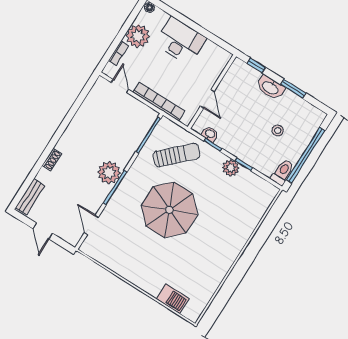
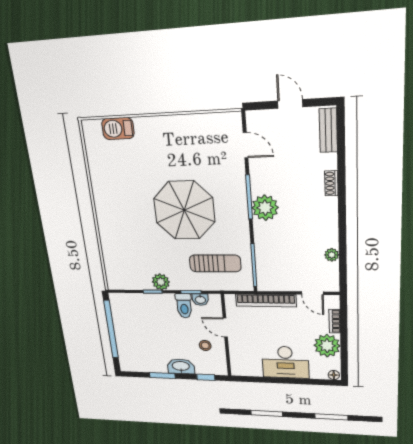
plant: (86, 107) -> (332, 255), added
stool: (278, 130) -> (205, 345), moved
sun lounger: (176, 155) -> (215, 263), turned -136
toilet: (282, 172) -> (184, 306), moved

